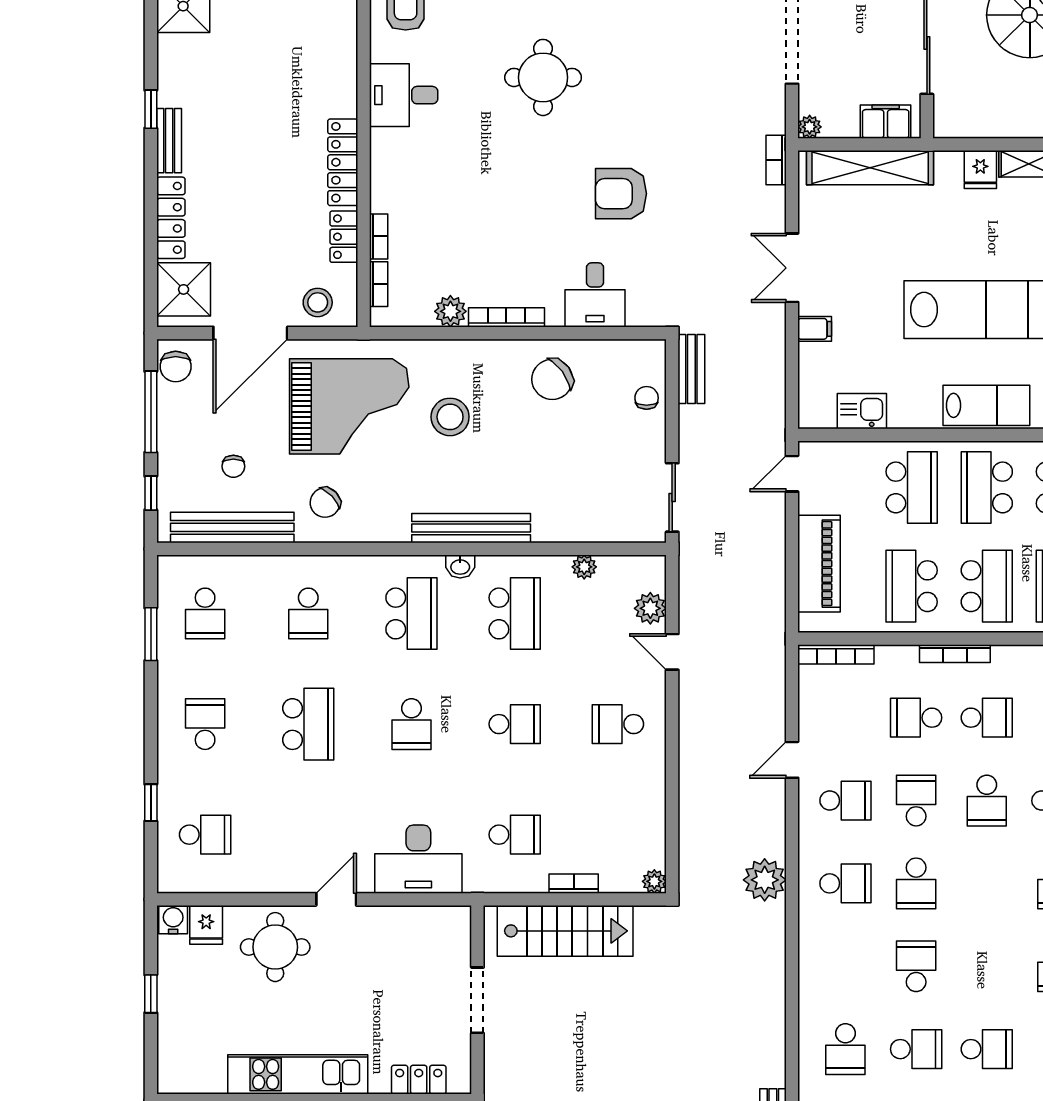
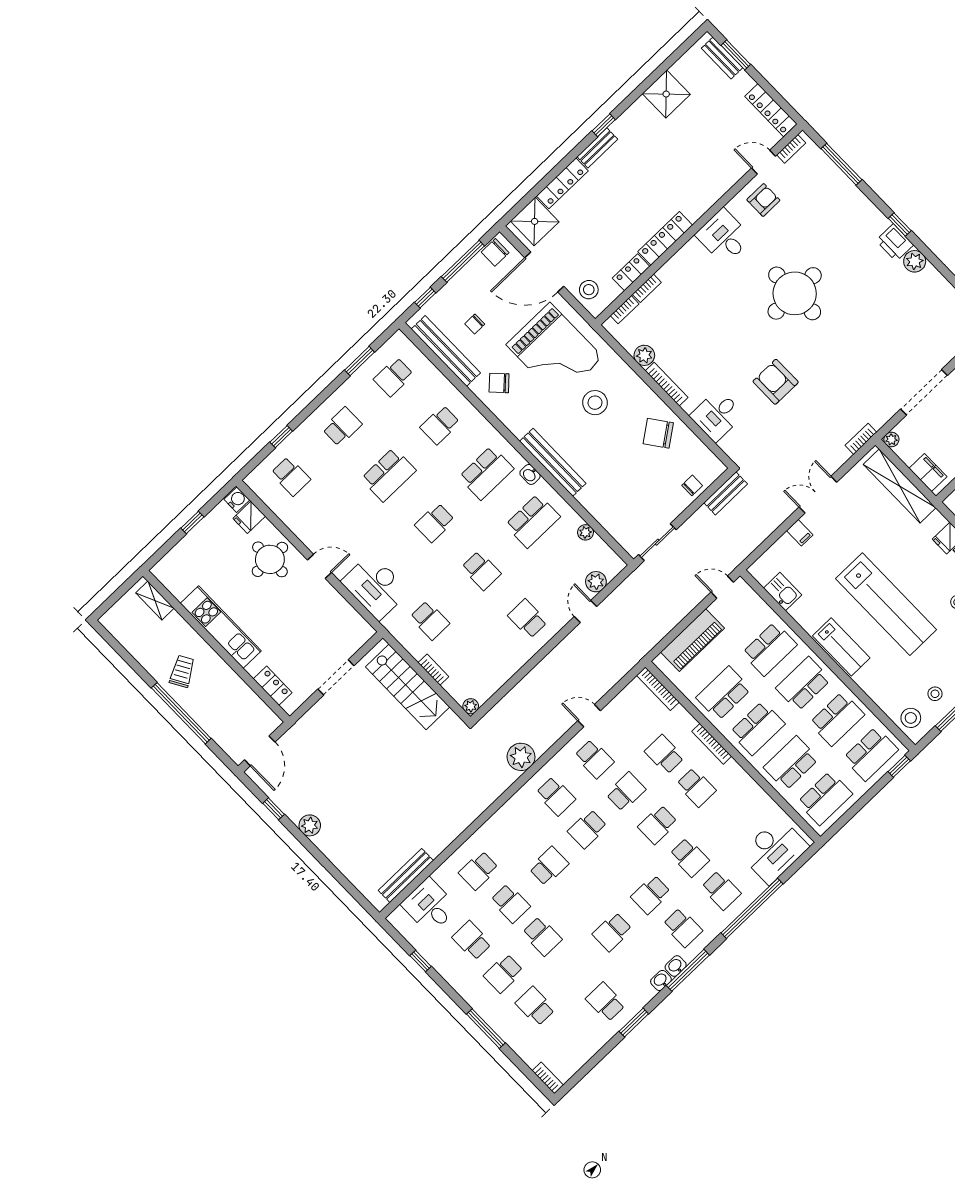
round table: (543, 77) -> (795, 293), width x1.36, depth x1.36

